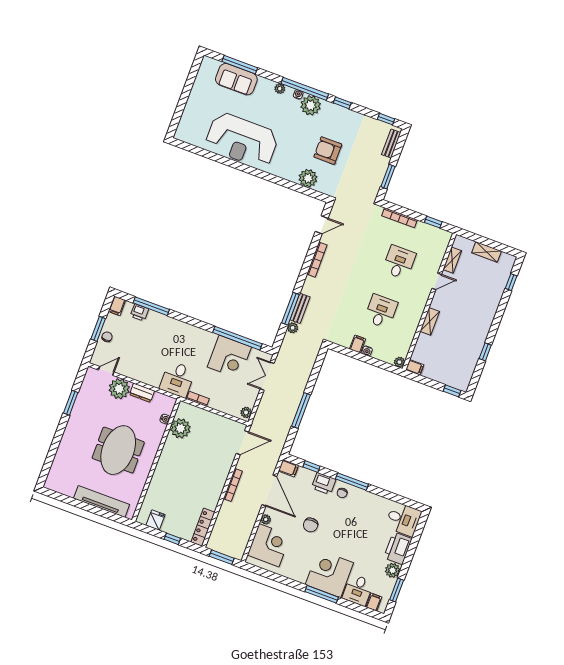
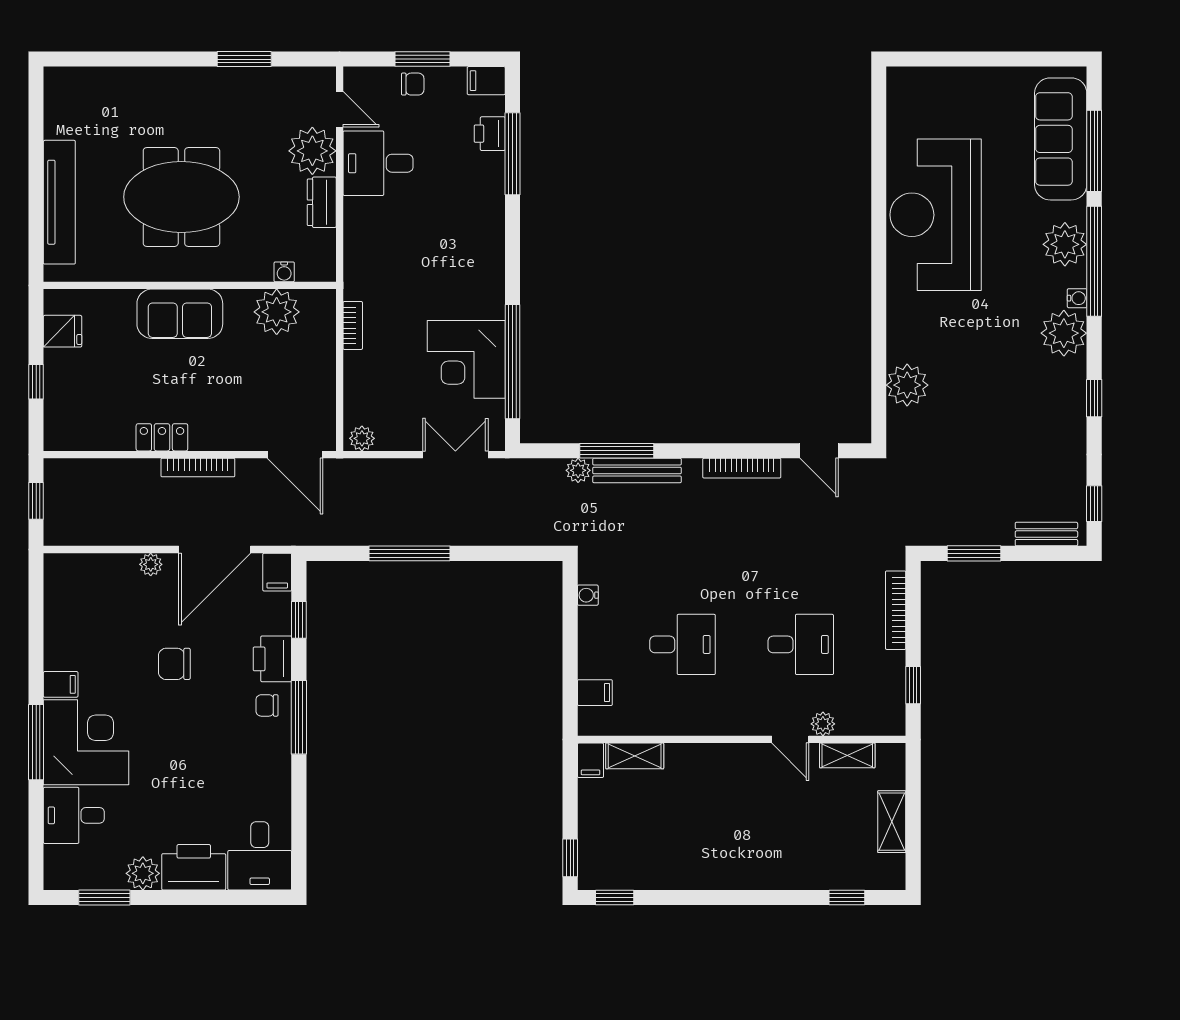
sofa: (236, 79) -> (1061, 139), width x1.36
plant: (280, 89) -> (1065, 244), width x1.88, depth x1.88
window: (305, 89) -> (1094, 261), moved
armchair: (328, 151) -> (981, 405), removed
bench: (300, 308) -> (637, 471), width x1.36
shelving: (430, 321) -> (635, 756), moved
filing cabinet: (358, 344) -> (595, 693), moved
water cooler: (367, 351) -> (588, 595), moved
window: (485, 352) -> (615, 898), moved
plant: (399, 362) -> (823, 724), moved
desk: (177, 379) -> (378, 163), moved
sofa: (166, 469) -> (180, 314), added
locker: (203, 527) -> (162, 437), moved, width x0.66
corner desk: (269, 545) -> (99, 591), removed
window: (222, 557) -> (36, 501), width x0.67
filing cabinet: (374, 602) -> (61, 684), moved

